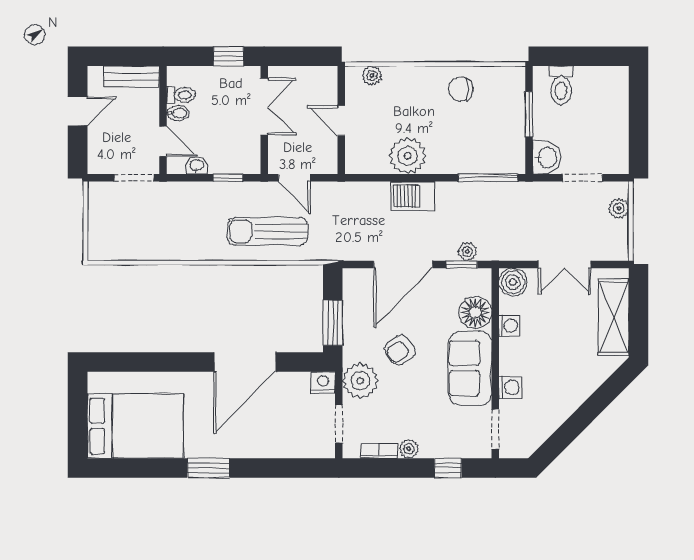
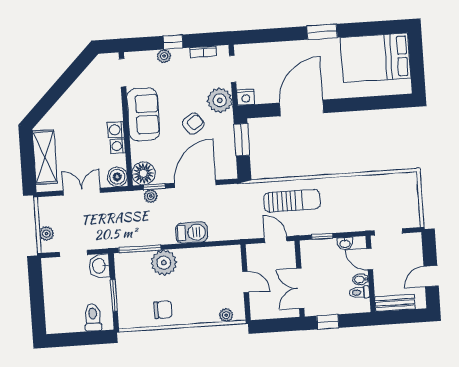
plant: (408, 156) -> (164, 263), moved
floor lamp: (475, 312) -> (144, 173), moved
washing machine: (510, 388) -> (116, 130), moved
plant: (409, 449) -> (164, 56), moved
window: (448, 468) -> (173, 42), moved

